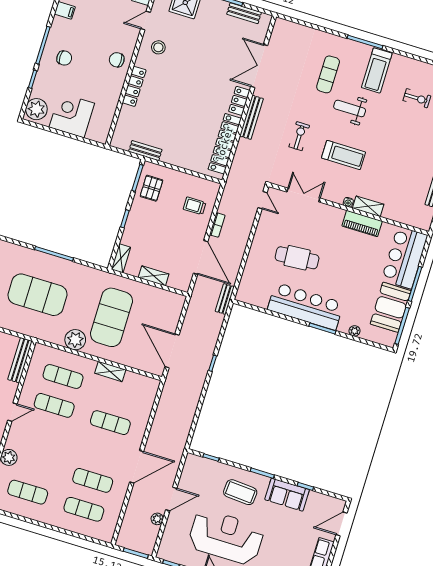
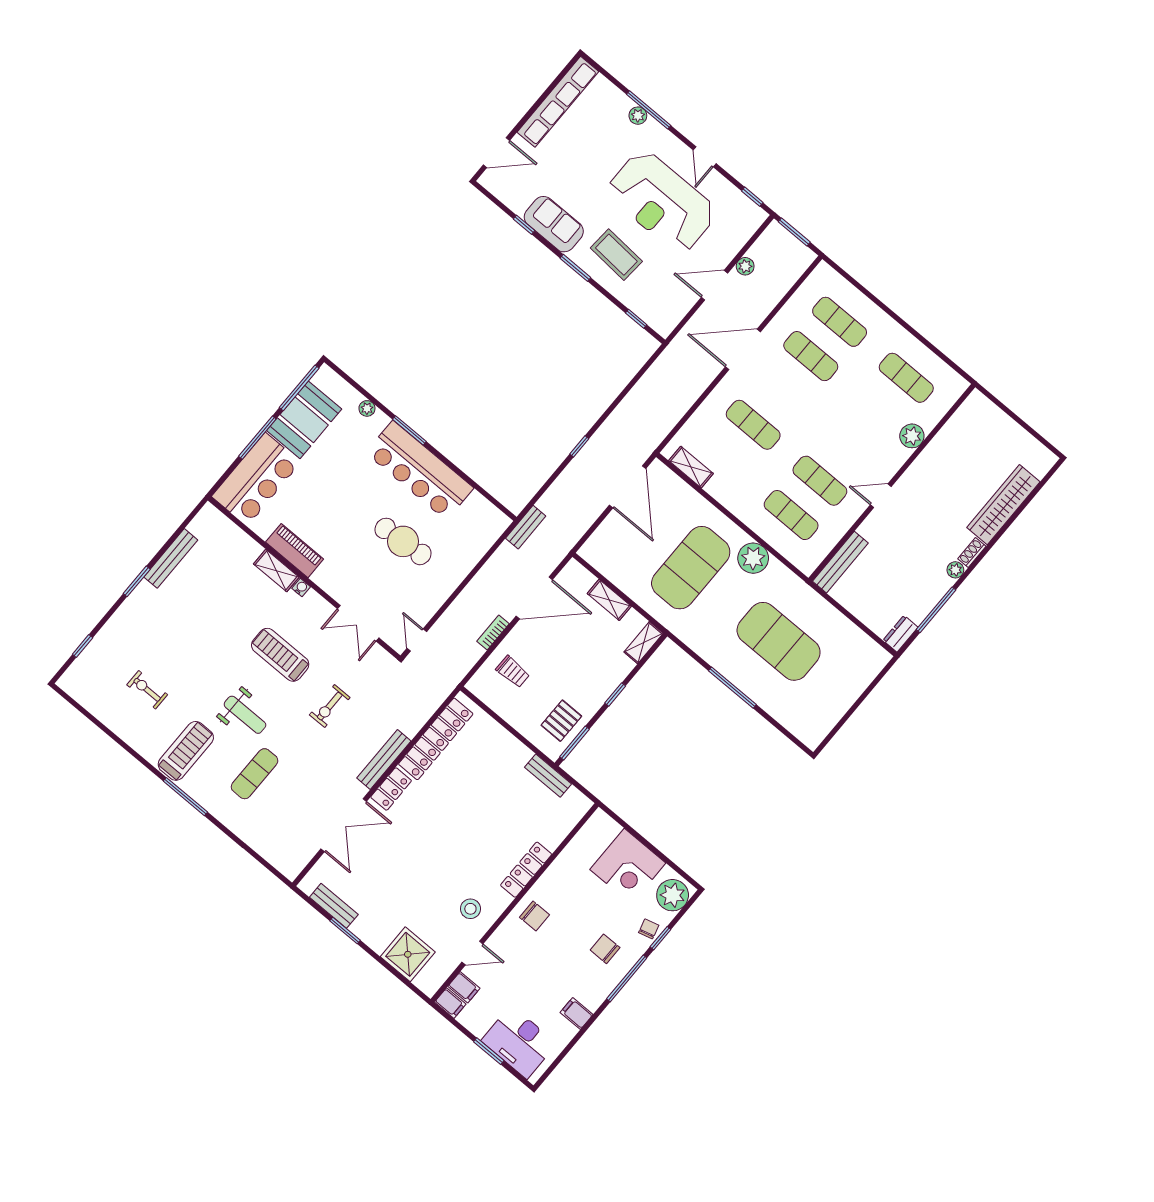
chair: (42, 82) -> (649, 929), added
door: (201, 257) -> (534, 598), swing flipped
shelving: (110, 371) -> (691, 467), moved

